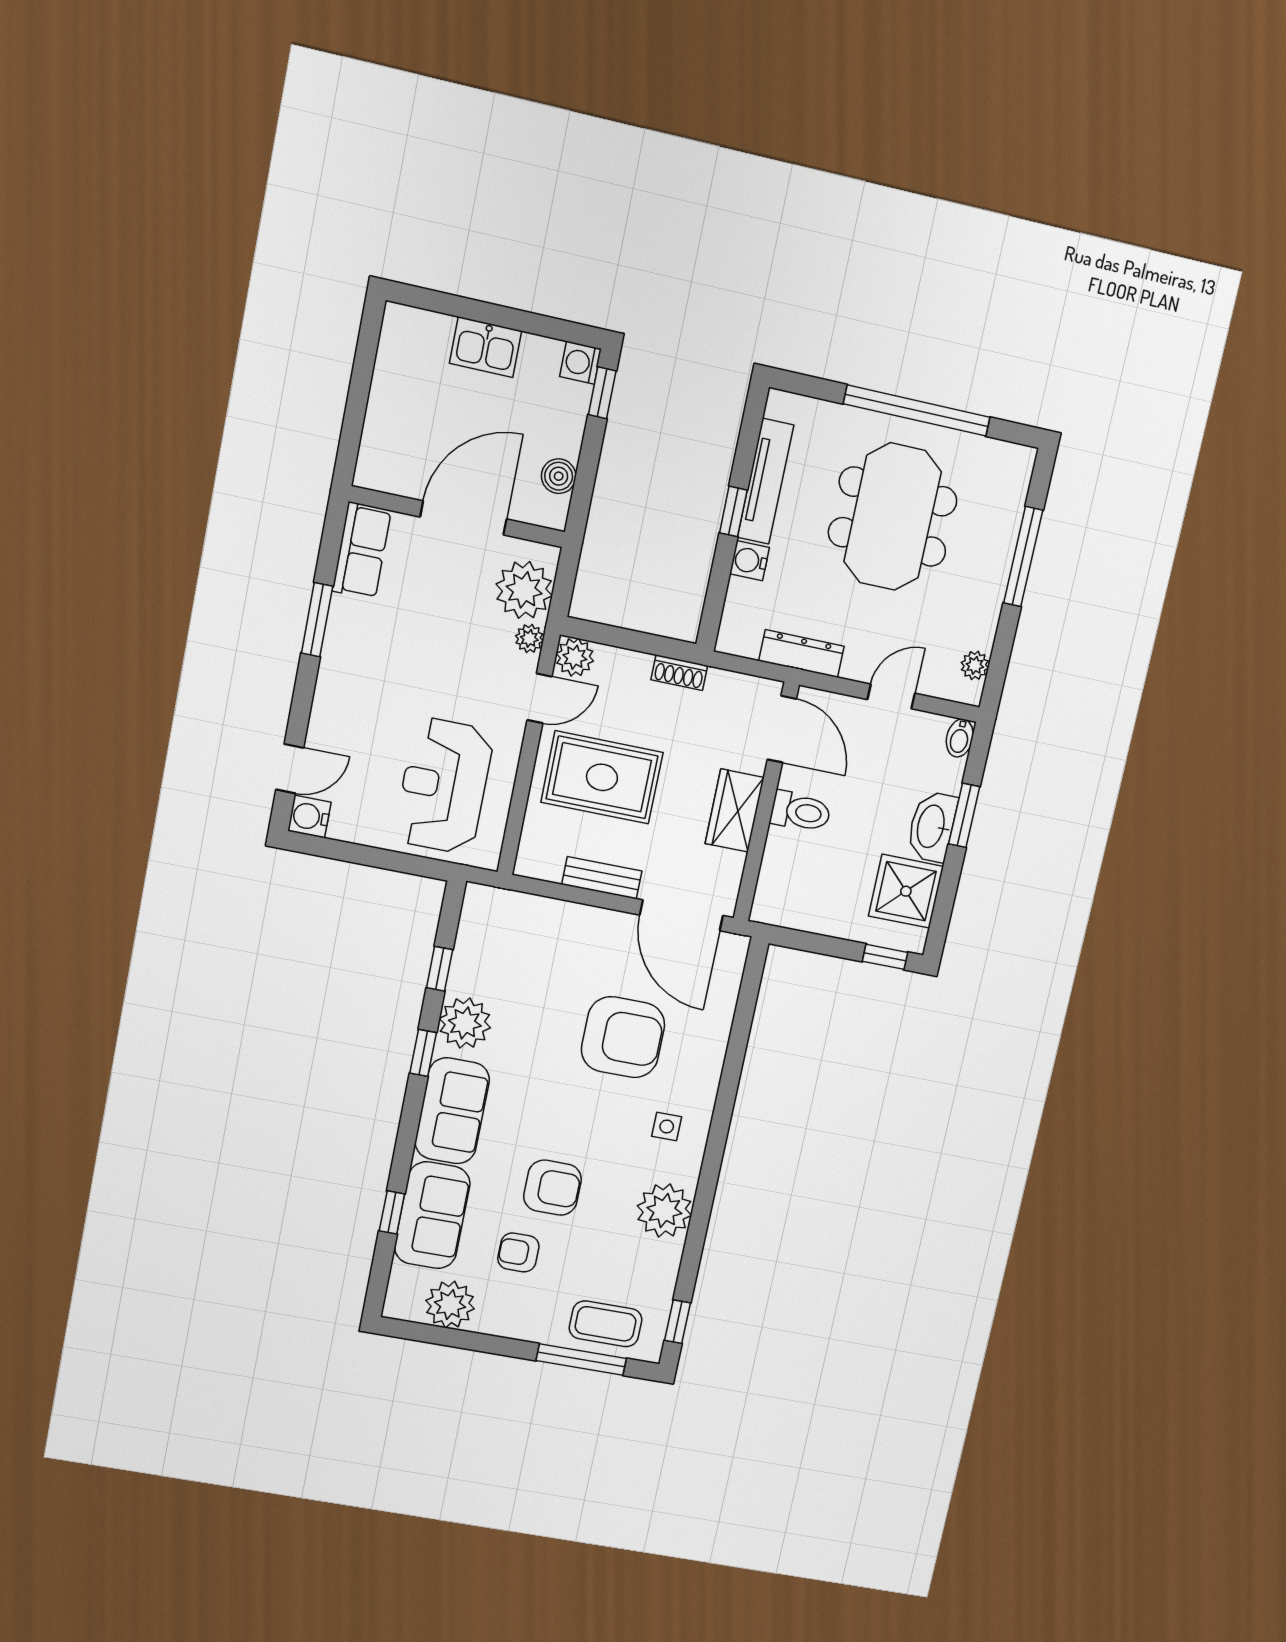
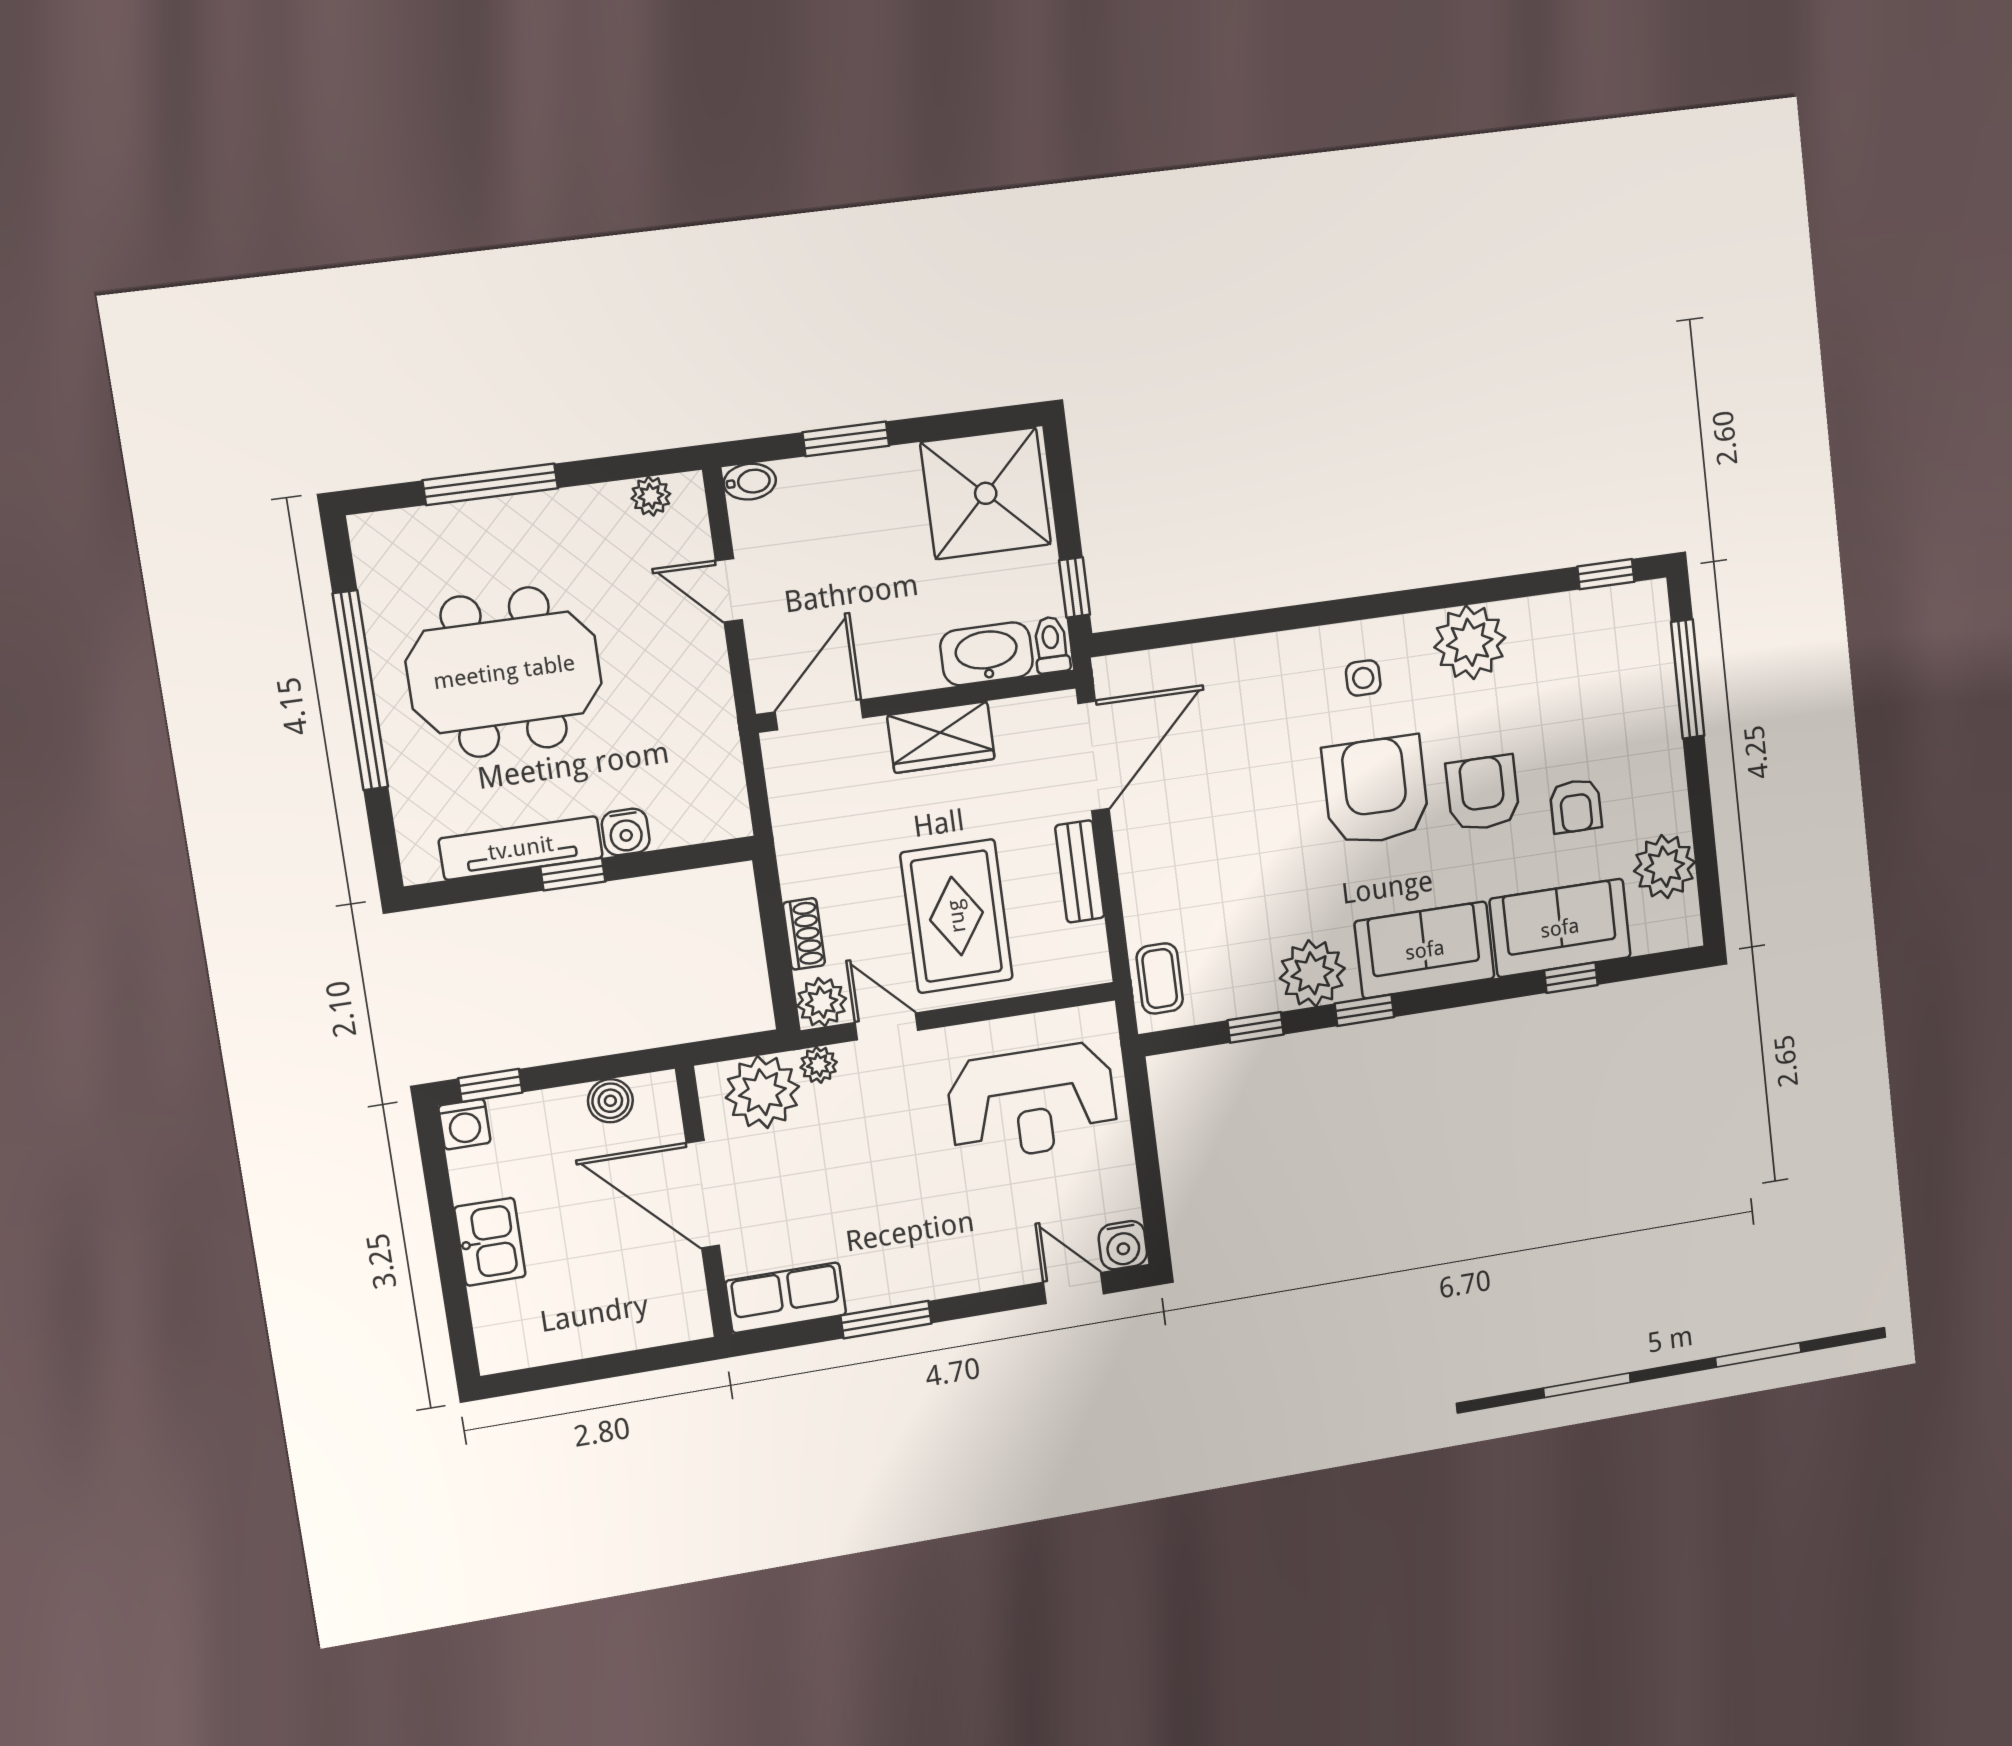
dresser: (801, 654) -> (716, 725), removed
shoe rack: (679, 673) -> (804, 934), moved
toilet: (801, 812) -> (1051, 645), moved, width x0.73, depth x0.72
washbasin: (932, 827) -> (987, 654), moved, turned 180
shower: (906, 891) -> (986, 493), width x1.37, depth x1.37
window: (885, 957) -> (1075, 587), moved
armchair: (623, 1037) -> (1376, 791), moved
coffee table: (606, 1324) -> (1160, 979), moved, width x0.73, depth x0.77

